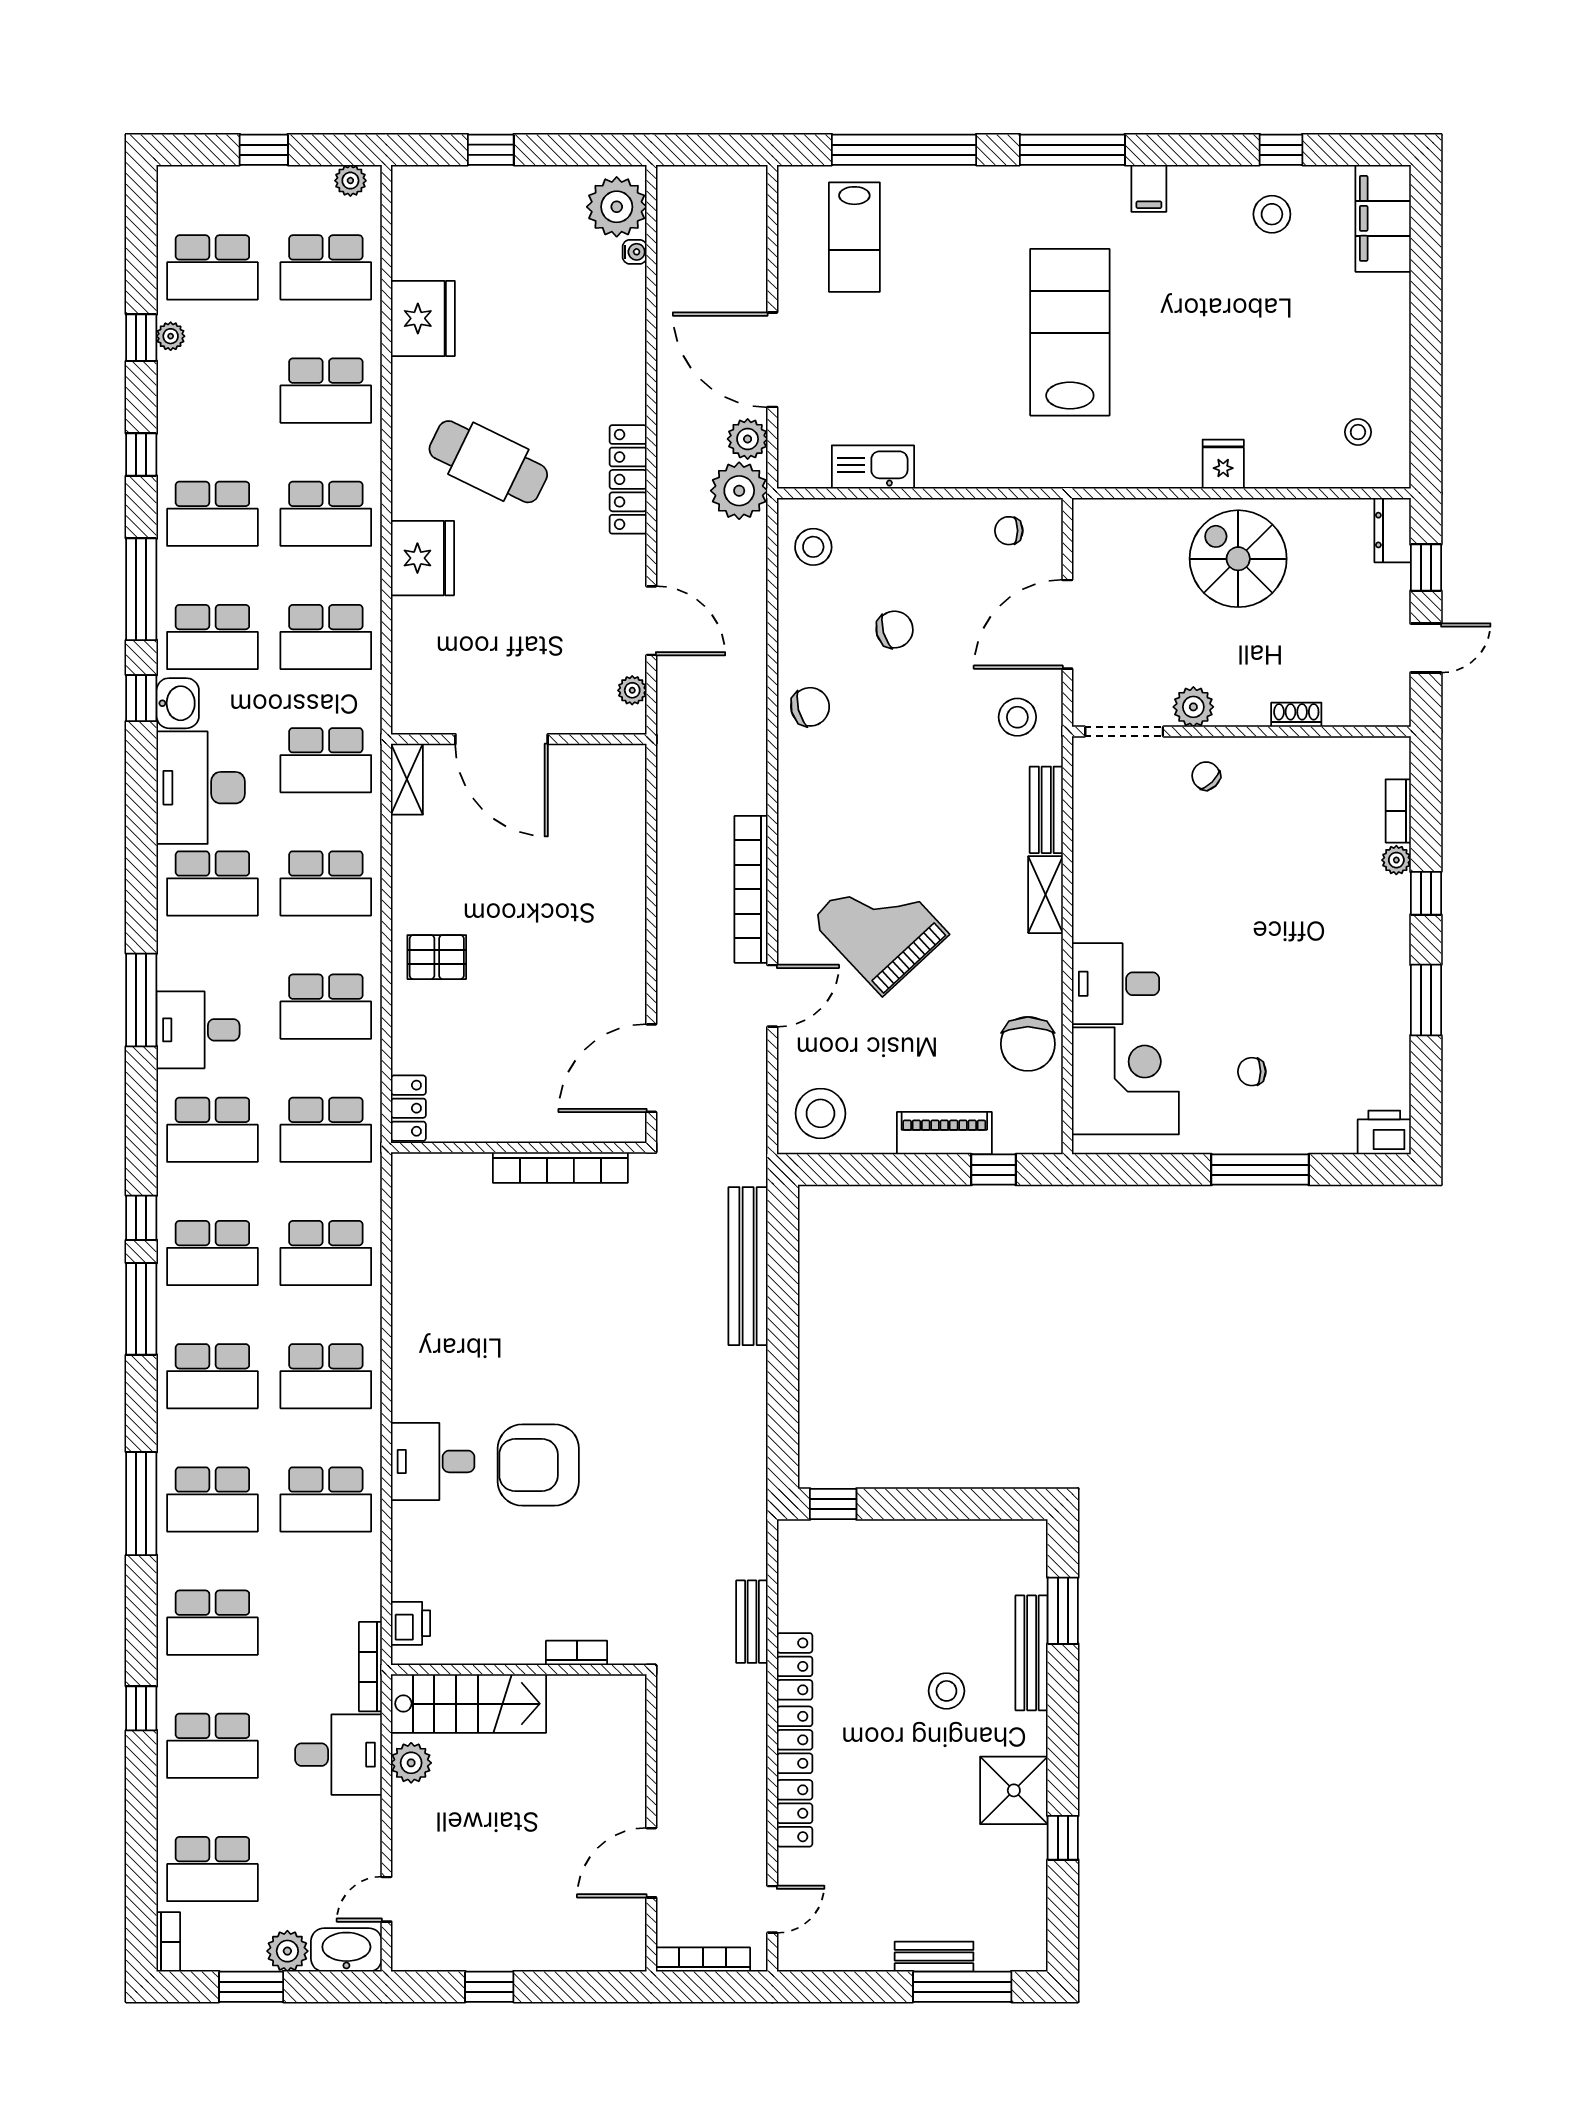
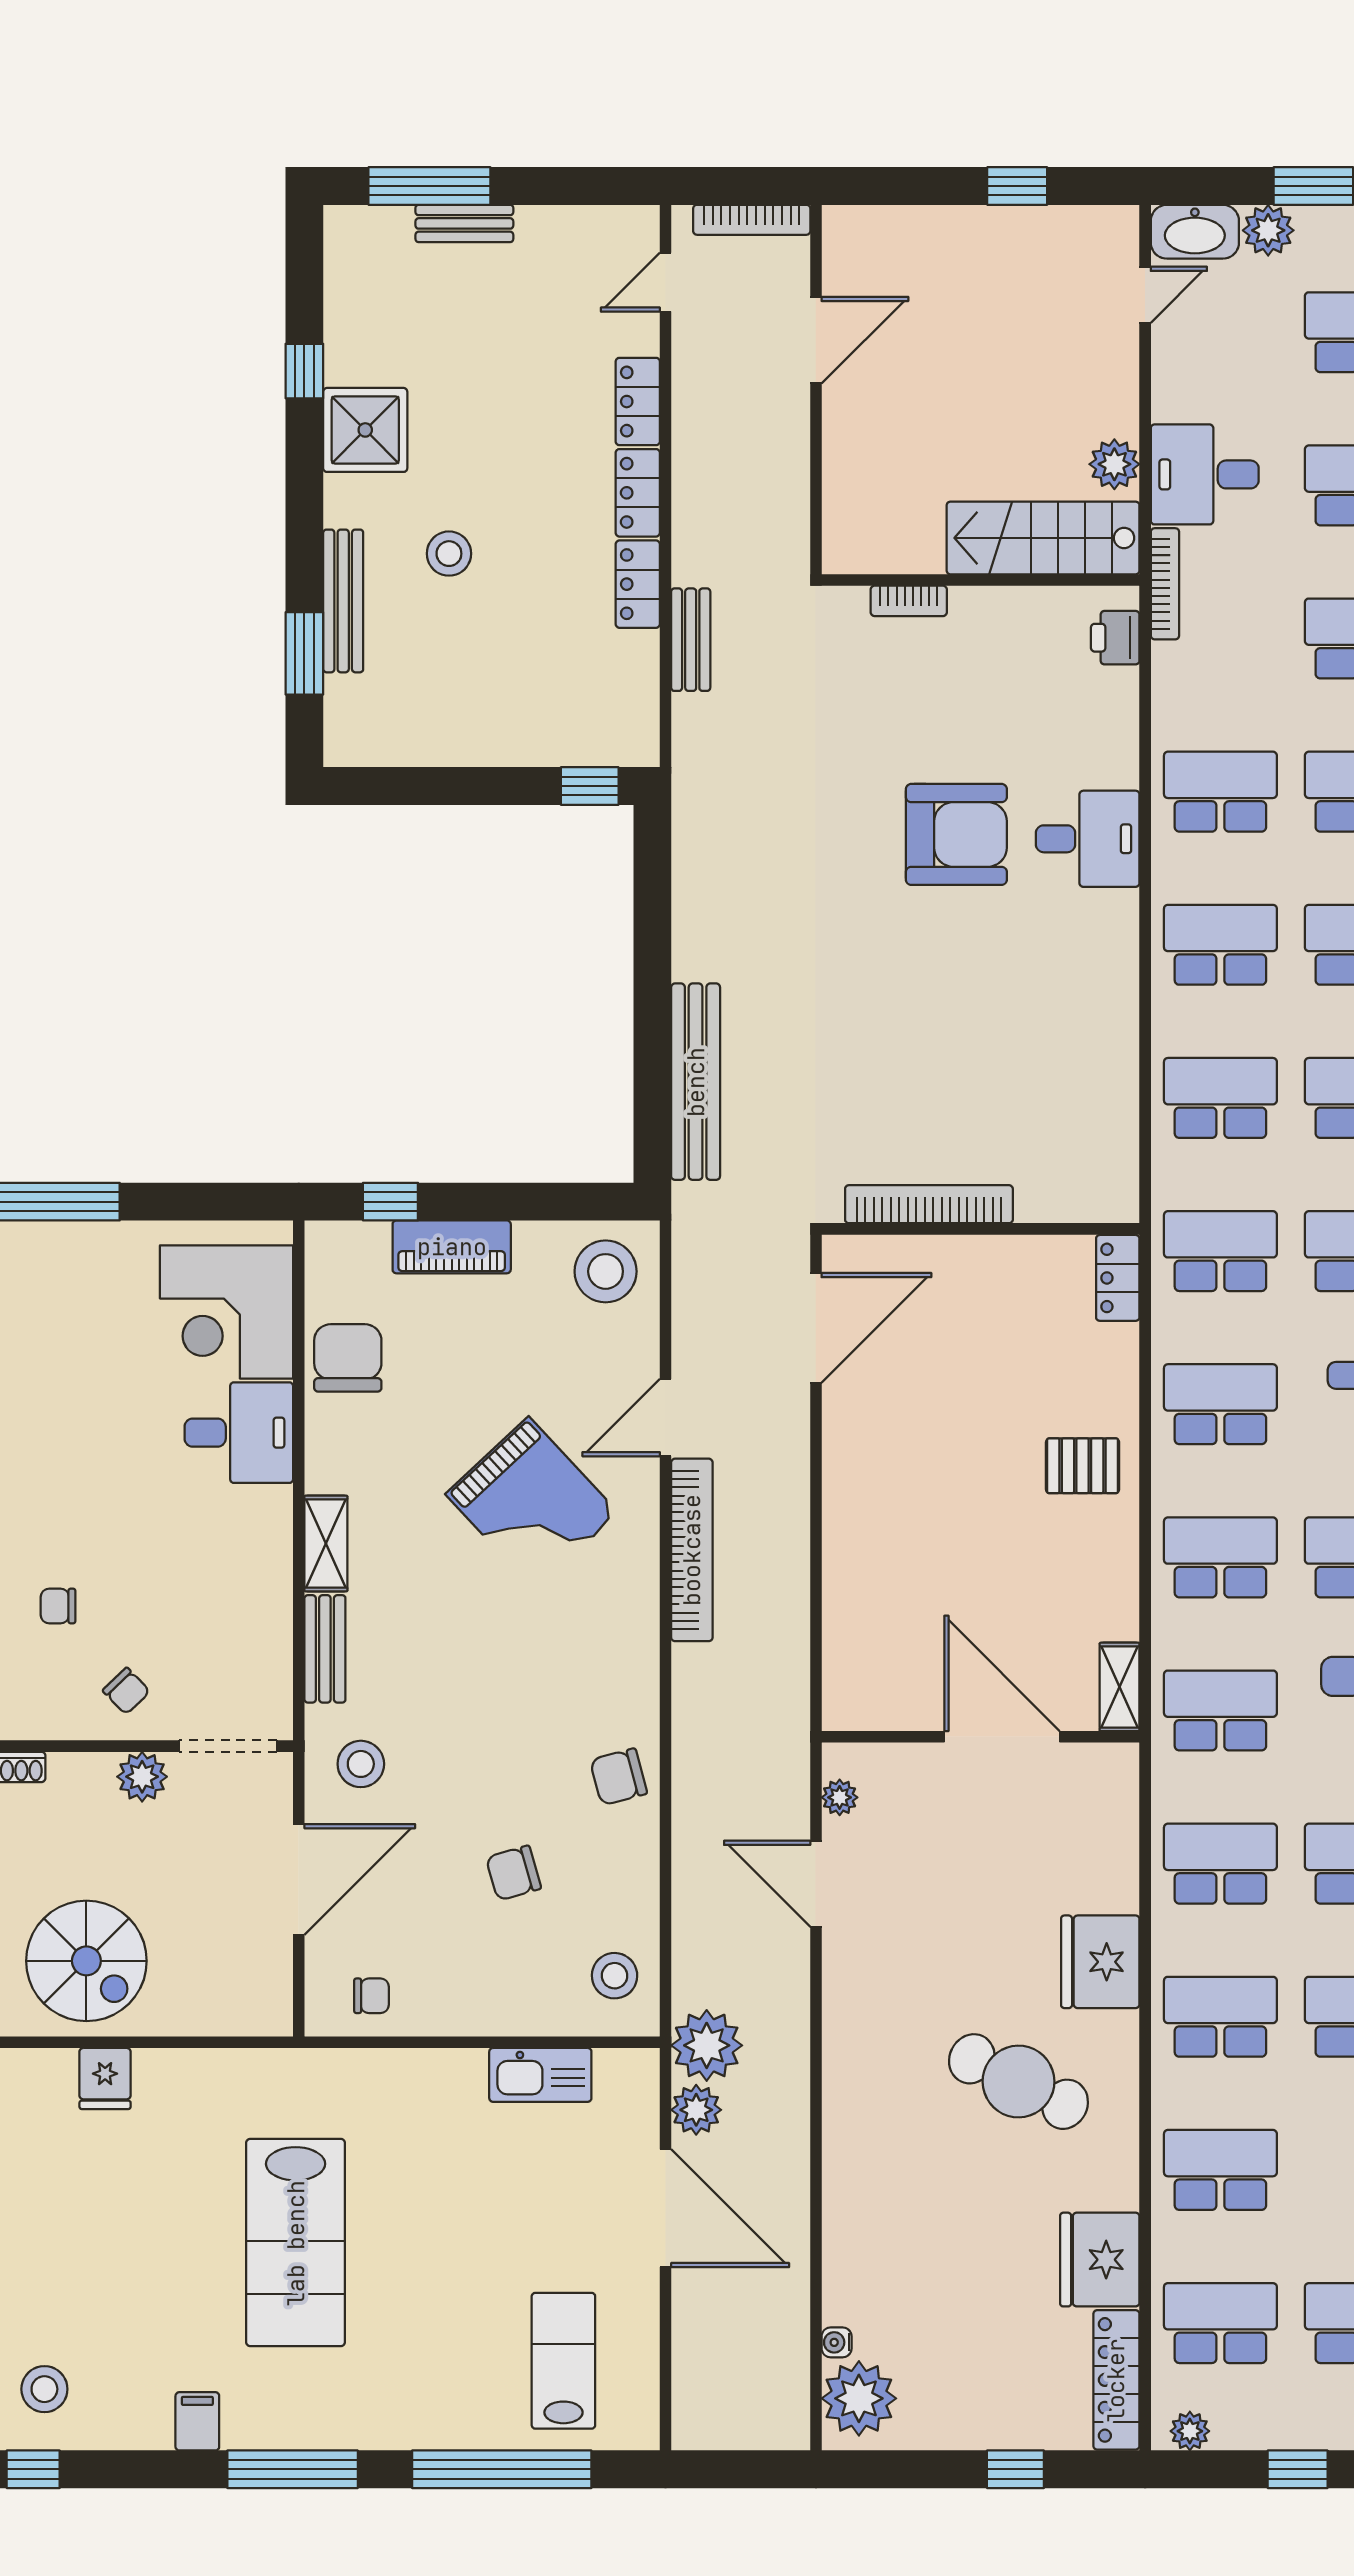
locker: (628, 479) -> (1116, 2380), moved, turned 180
chair: (1252, 1072) -> (58, 1606), moved, turned 180

